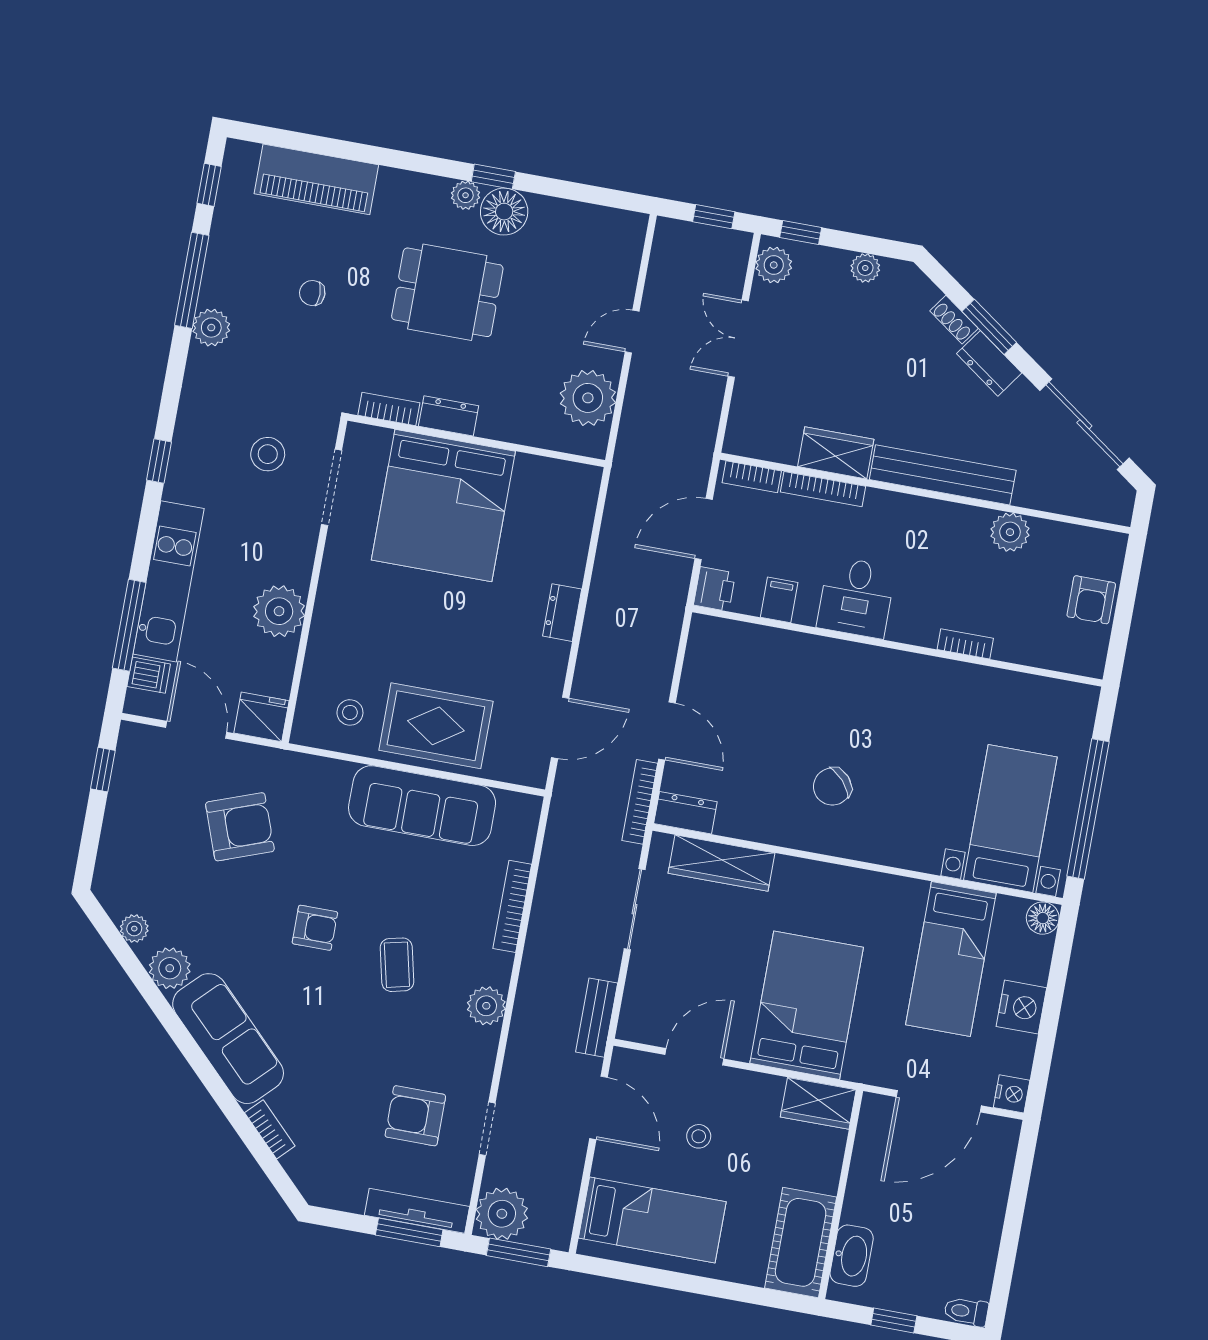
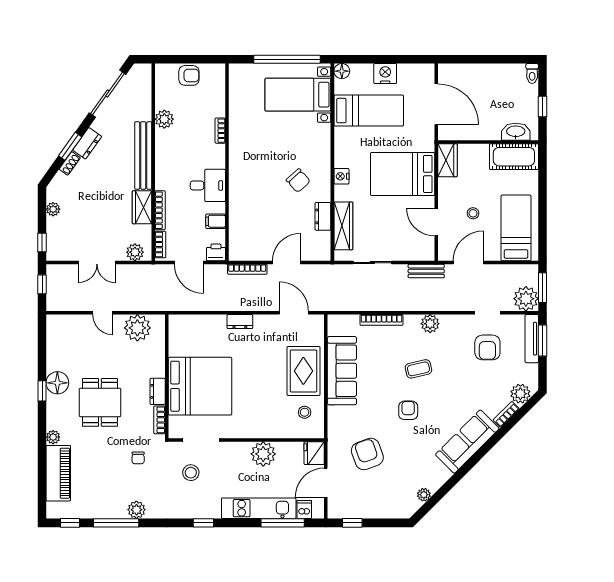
plant: (466, 195) -> (53, 437), moved
plant: (774, 265) -> (135, 252), moved
chair: (312, 293) -> (138, 458), moved
bookcase: (640, 802) -> (247, 269), moved
dresser: (685, 813) -> (323, 216), moved
plant: (170, 968) -> (520, 394), moved
nightstand: (1012, 1094) -> (341, 176), moved, turned -90

